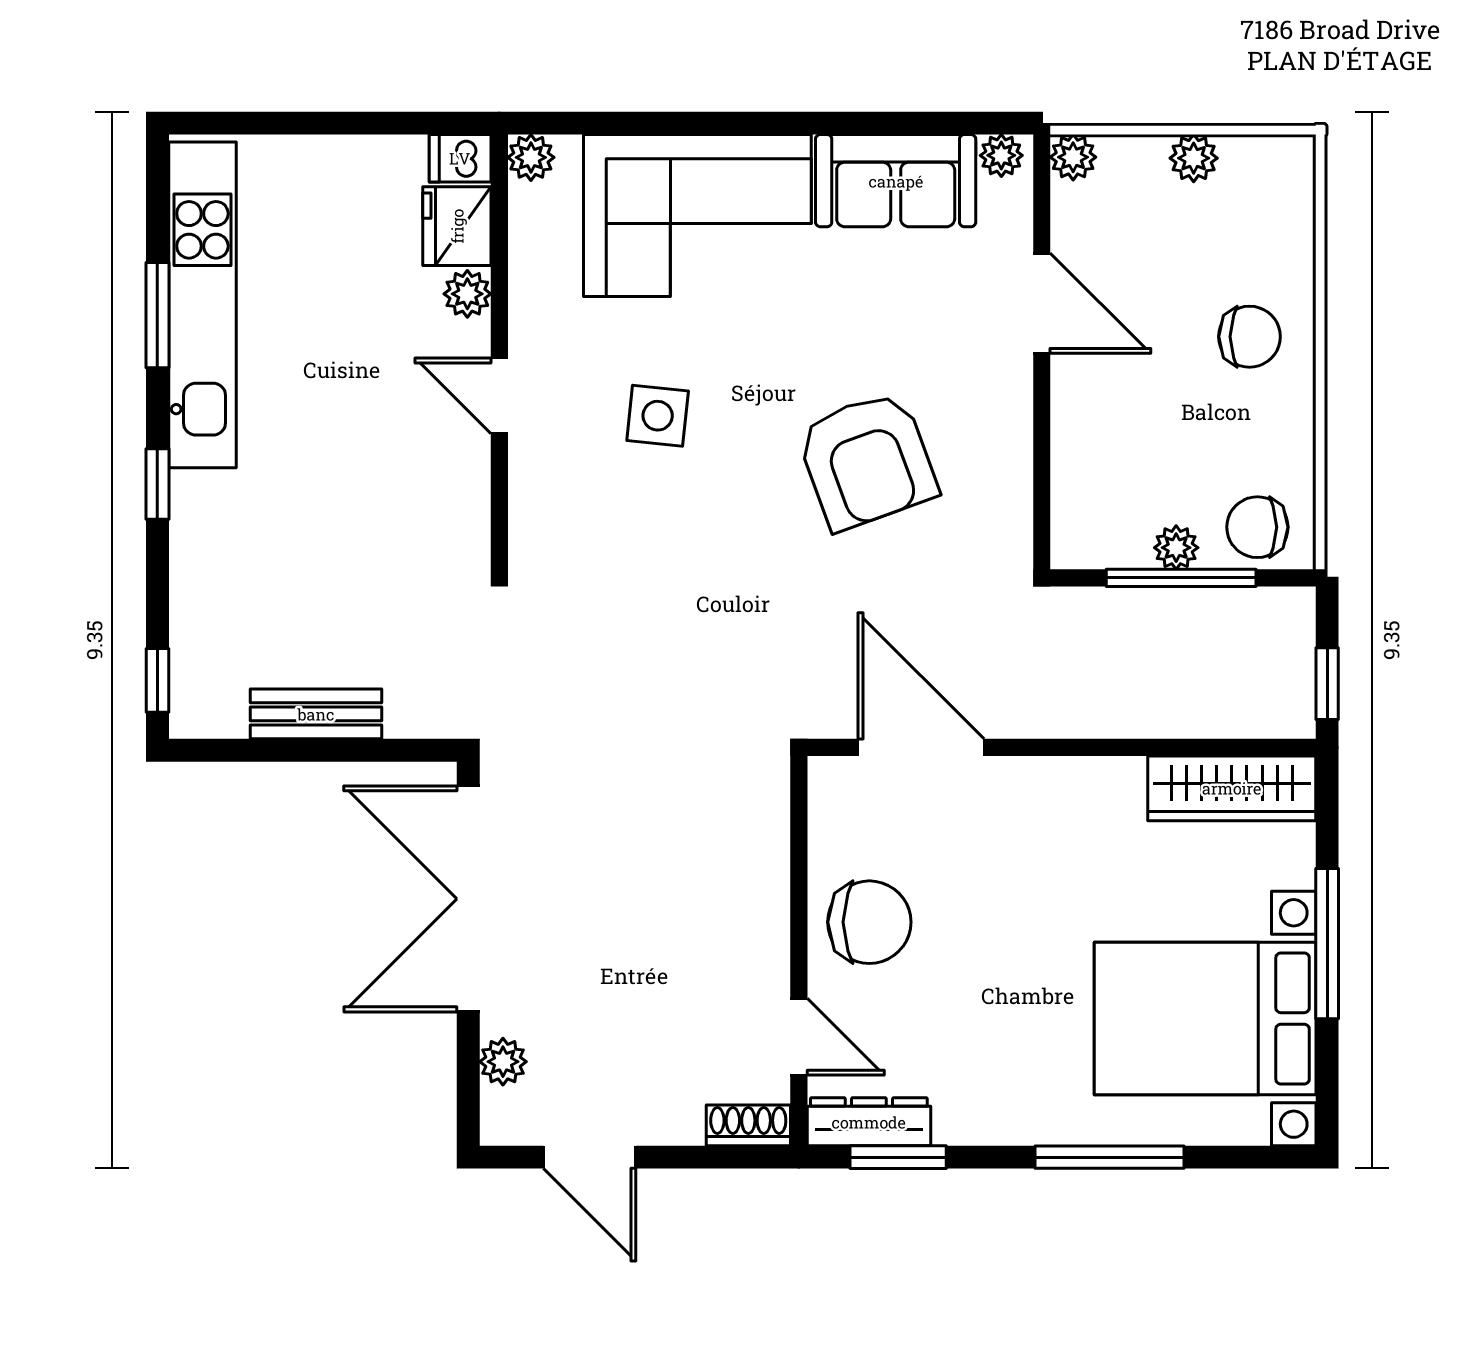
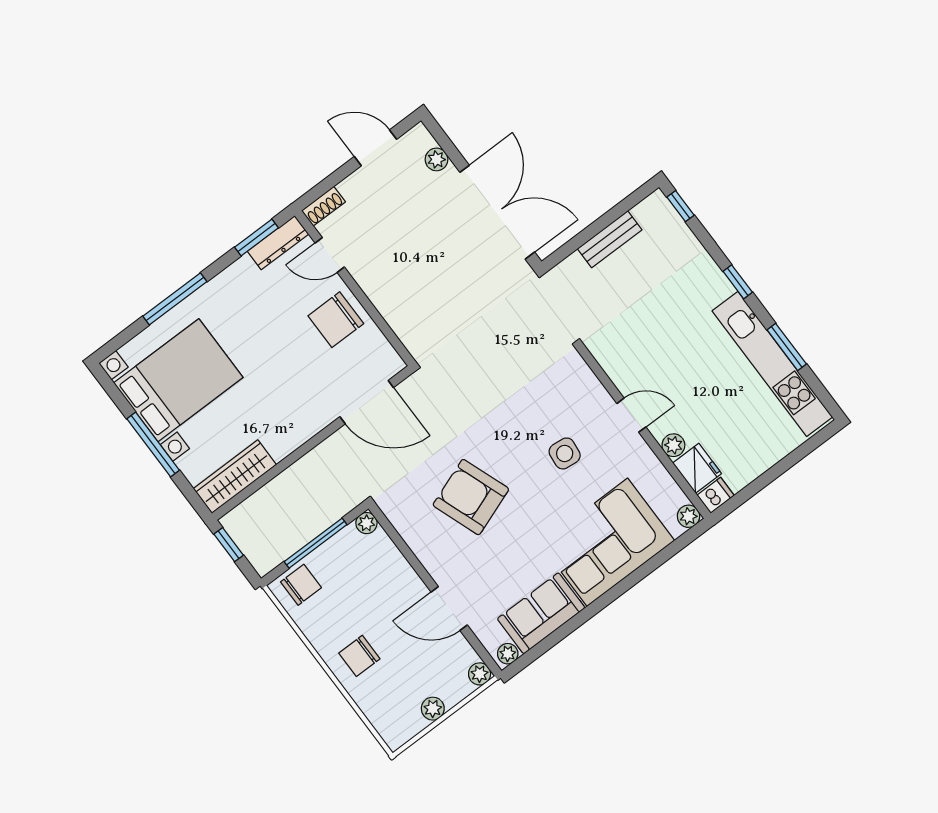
plant: (1176, 548) -> (366, 523), moved

